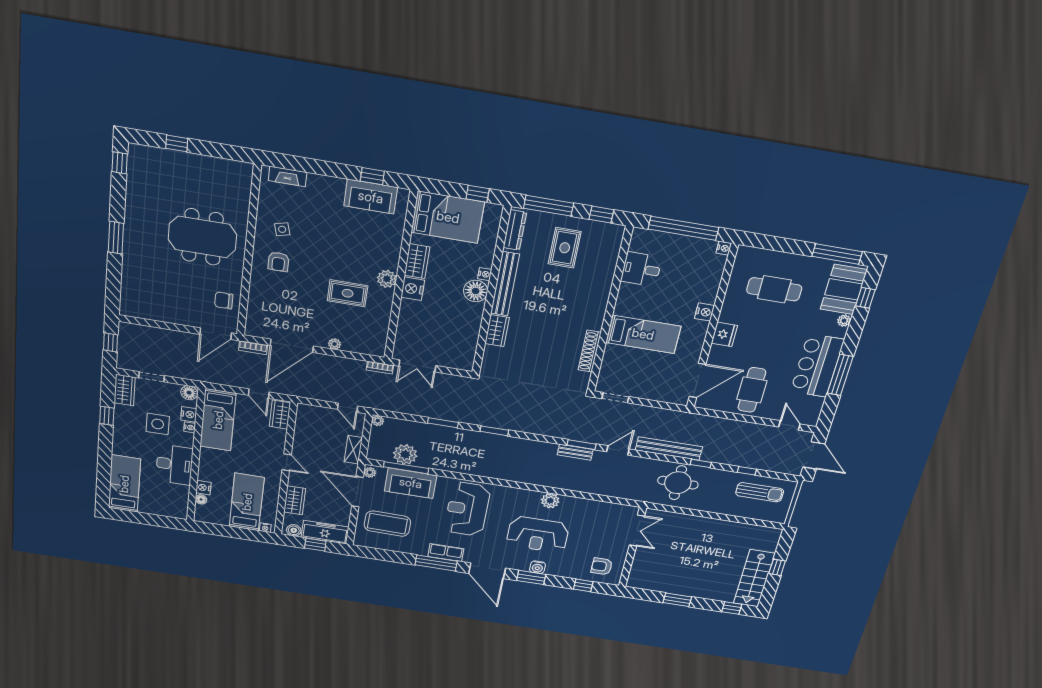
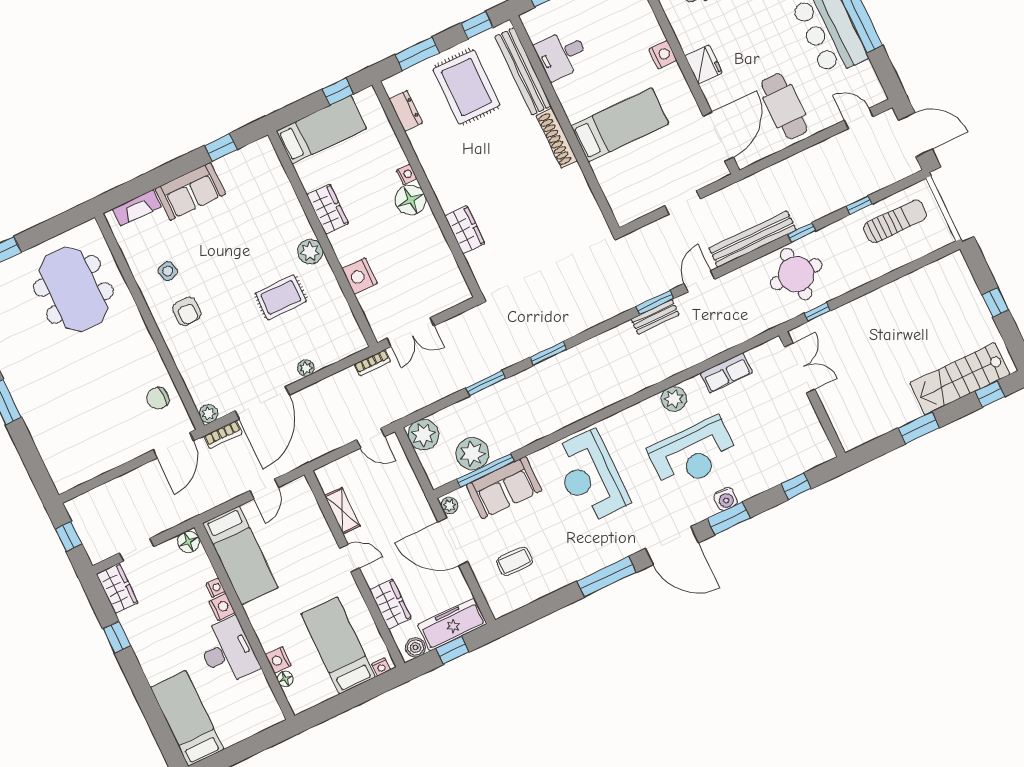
sofa: (371, 197) -> (190, 191), moved
window: (549, 206) -> (417, 54), width x0.69
bed: (448, 217) -> (321, 130), width x0.67
dresser: (515, 230) -> (406, 111), width x0.70
meeting table: (202, 237) -> (73, 289), moved, turned 90
rug: (565, 248) -> (466, 87), width x1.36, depth x1.43
bench: (505, 284) -> (523, 71), moved
nightstand: (413, 289) -> (360, 276), moved
plant: (252, 330) -> (208, 414), added
shoe rack: (590, 351) -> (557, 138), moved
door: (259, 394) -> (264, 489), hinge flipped
doorway: (615, 398) -> (683, 202), moved
nightstand: (189, 414) -> (222, 607), moved
wardrobe: (280, 415) -> (303, 500), removed
plant: (378, 421) -> (423, 435), width x1.87, depth x1.87
side table: (158, 424) -> (178, 608), removed
shelving: (353, 450) -> (342, 511), moved
window: (673, 509) -> (818, 312), added
coffee table: (387, 524) -> (515, 561), width x0.54, depth x0.58
row of seats: (446, 553) -> (726, 373), moved, turned 180
armchair: (602, 566) -> (797, 445), removed
stairs: (754, 578) -> (960, 379), moved, turned 90

